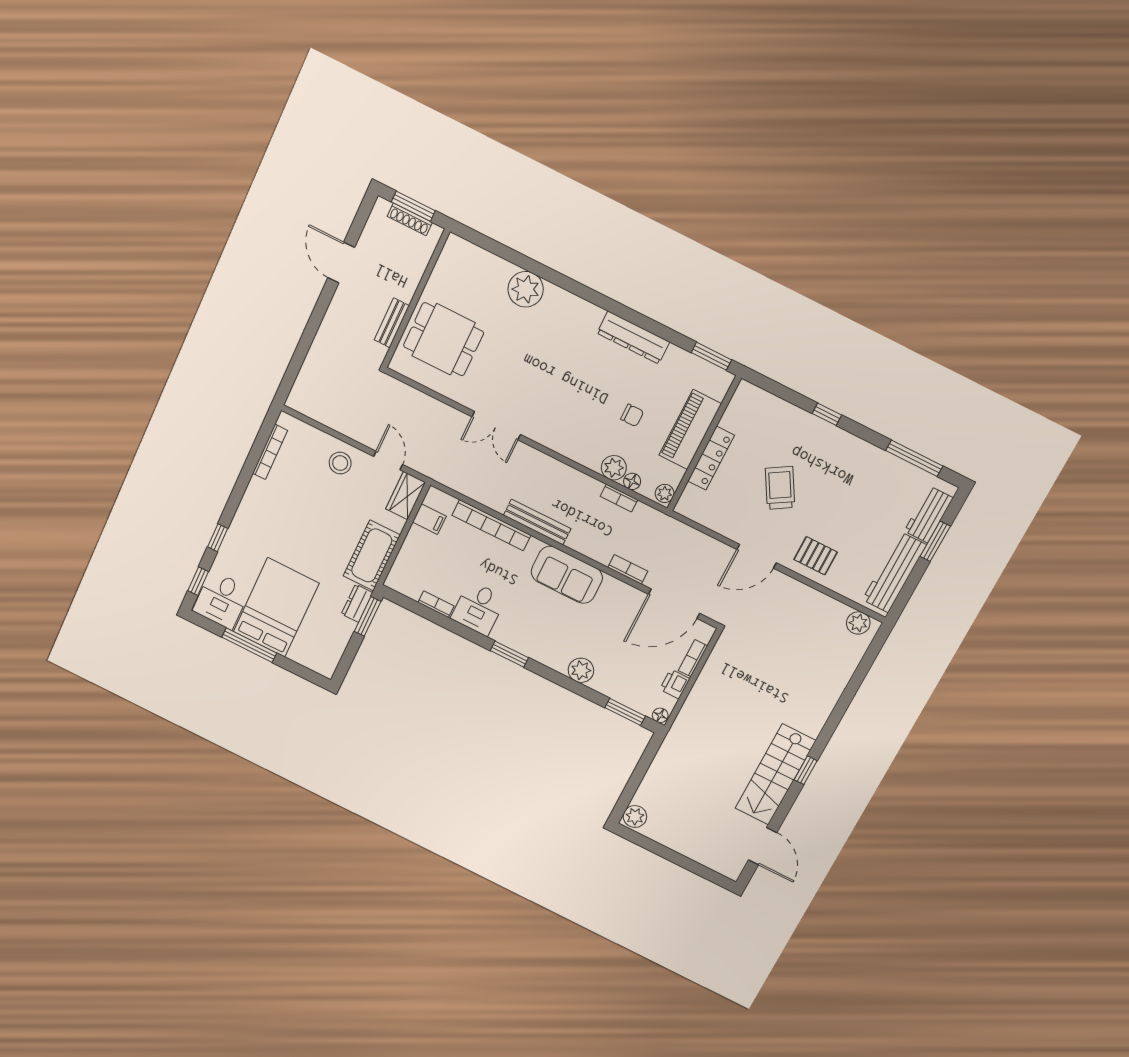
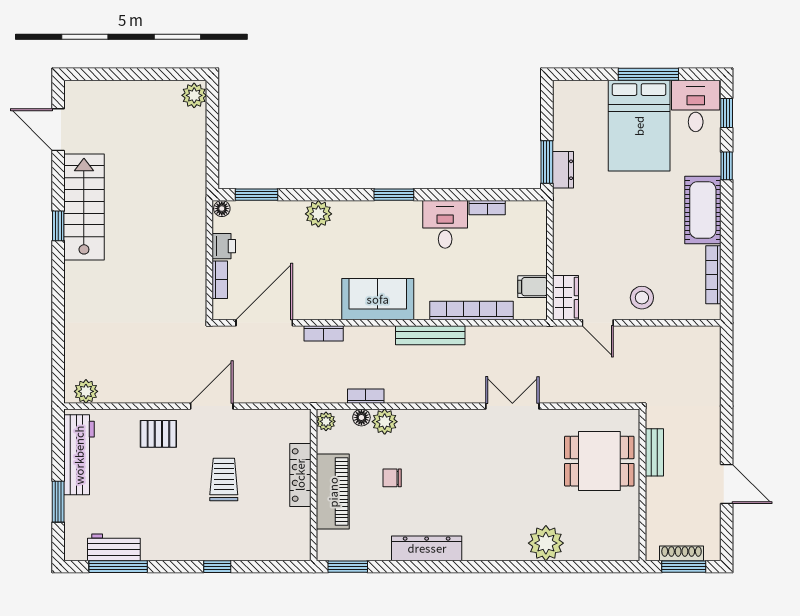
trolley: (780, 488) -> (224, 480), turned -149
workbench: (929, 514) -> (114, 547), moved, turned -90
cot: (372, 555) -> (703, 210), moved

